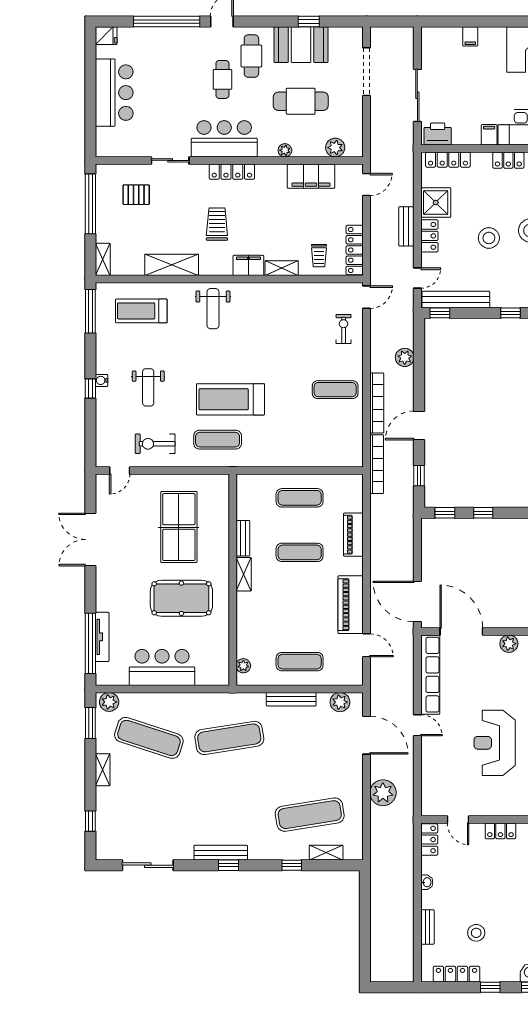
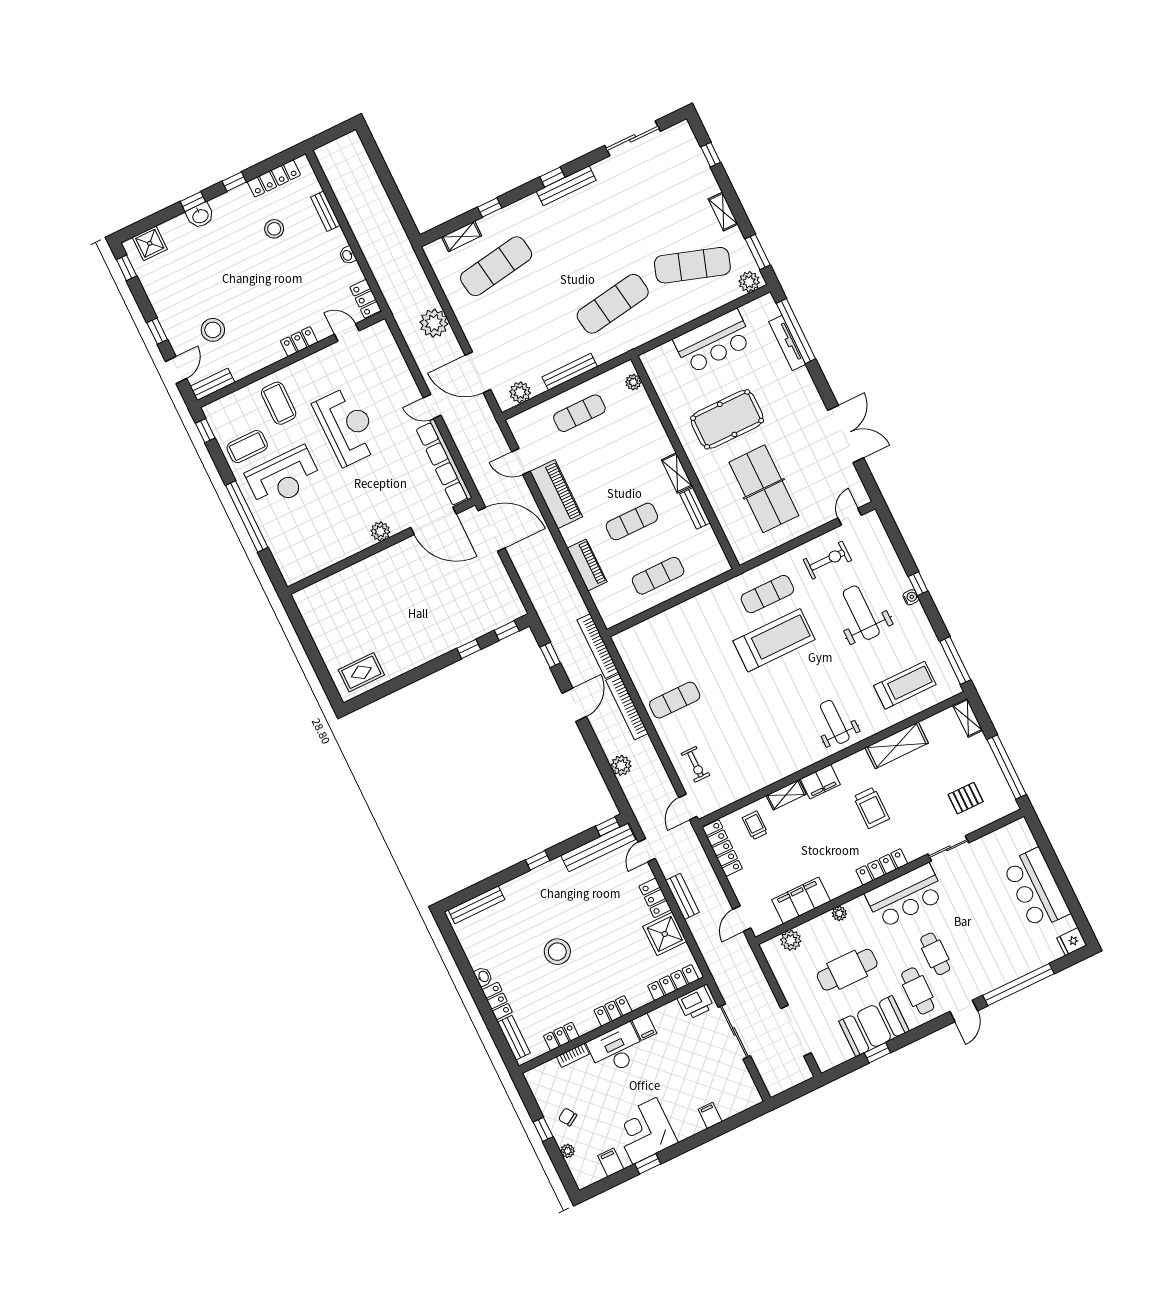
stool: (489, 238) -> (595, 924), removed
weight bench: (148, 387) -> (861, 613), width x1.36, depth x1.33

